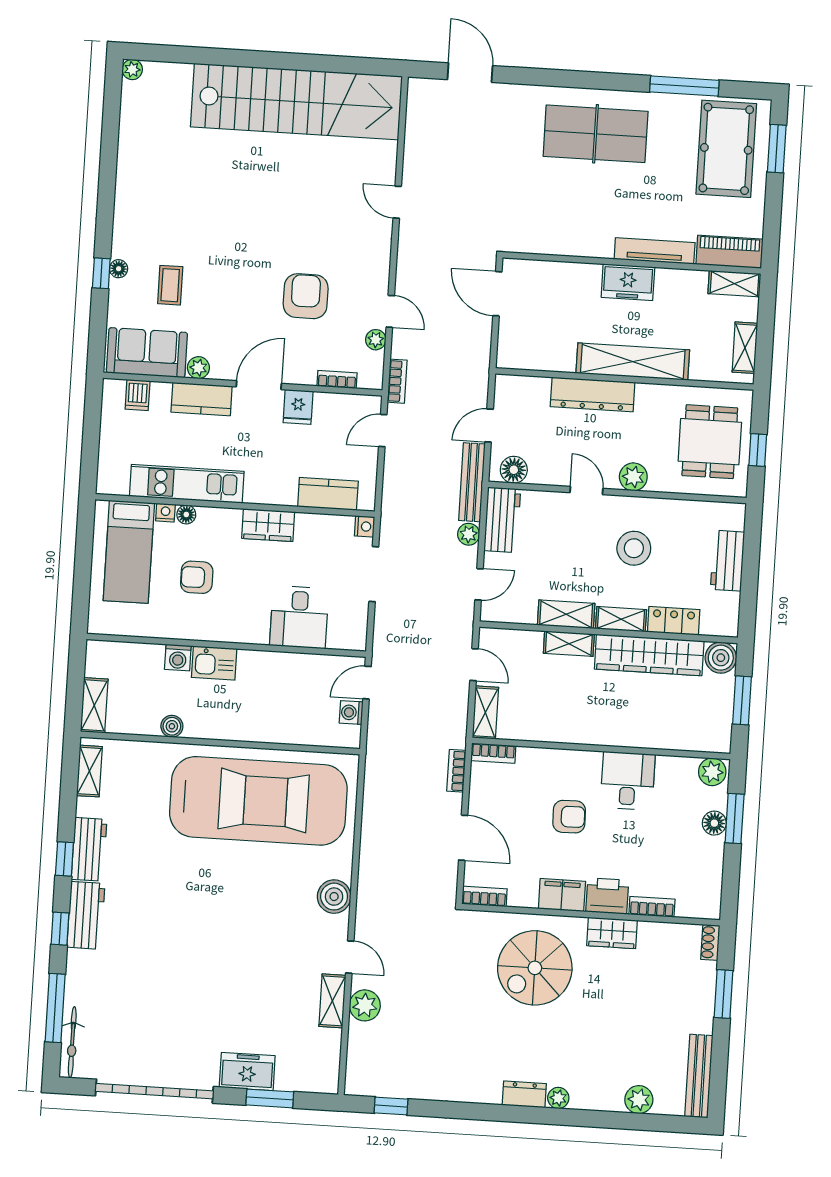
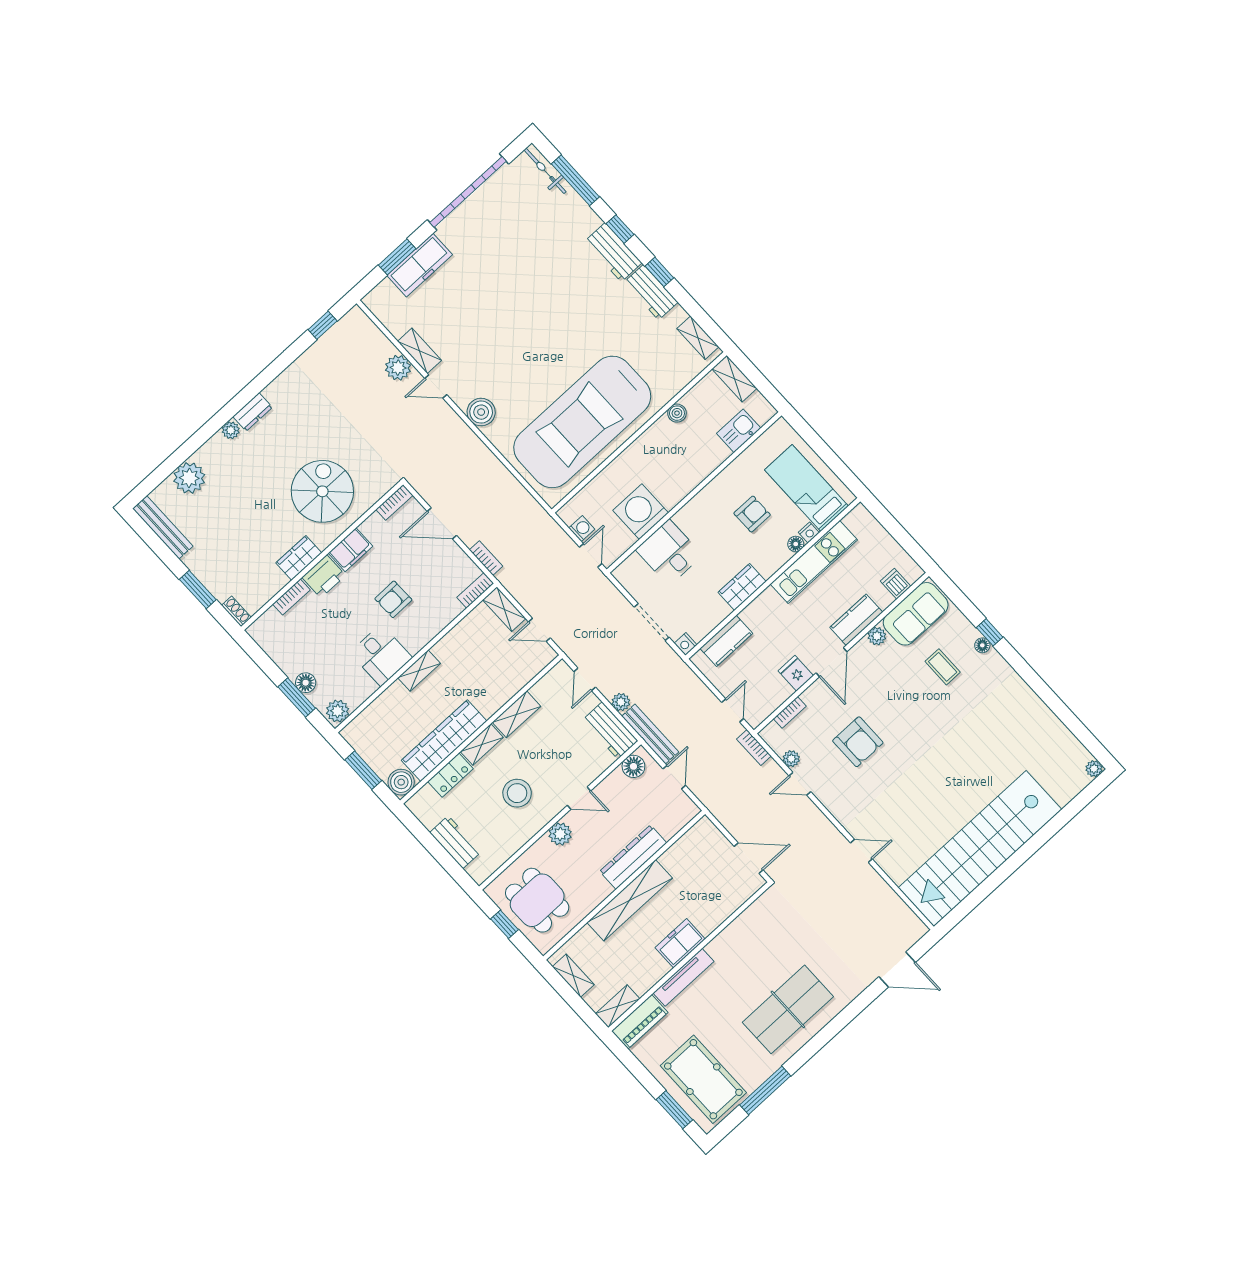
shelving: (569, 644) -> (419, 671), moved
washing machine: (178, 658) -> (641, 512), moved, width x1.89, depth x1.89
kitchen sink: (214, 663) -> (739, 431), moved
freezer: (247, 1071) -> (420, 265), width x1.40
plant: (639, 1100) -> (189, 478), width x1.36, depth x1.36

